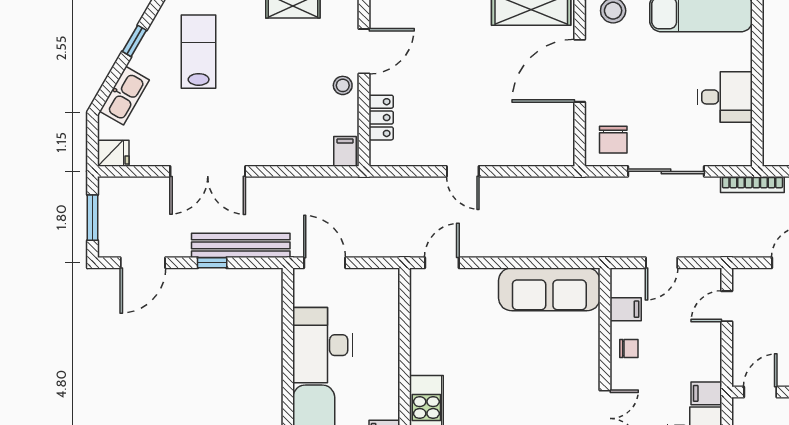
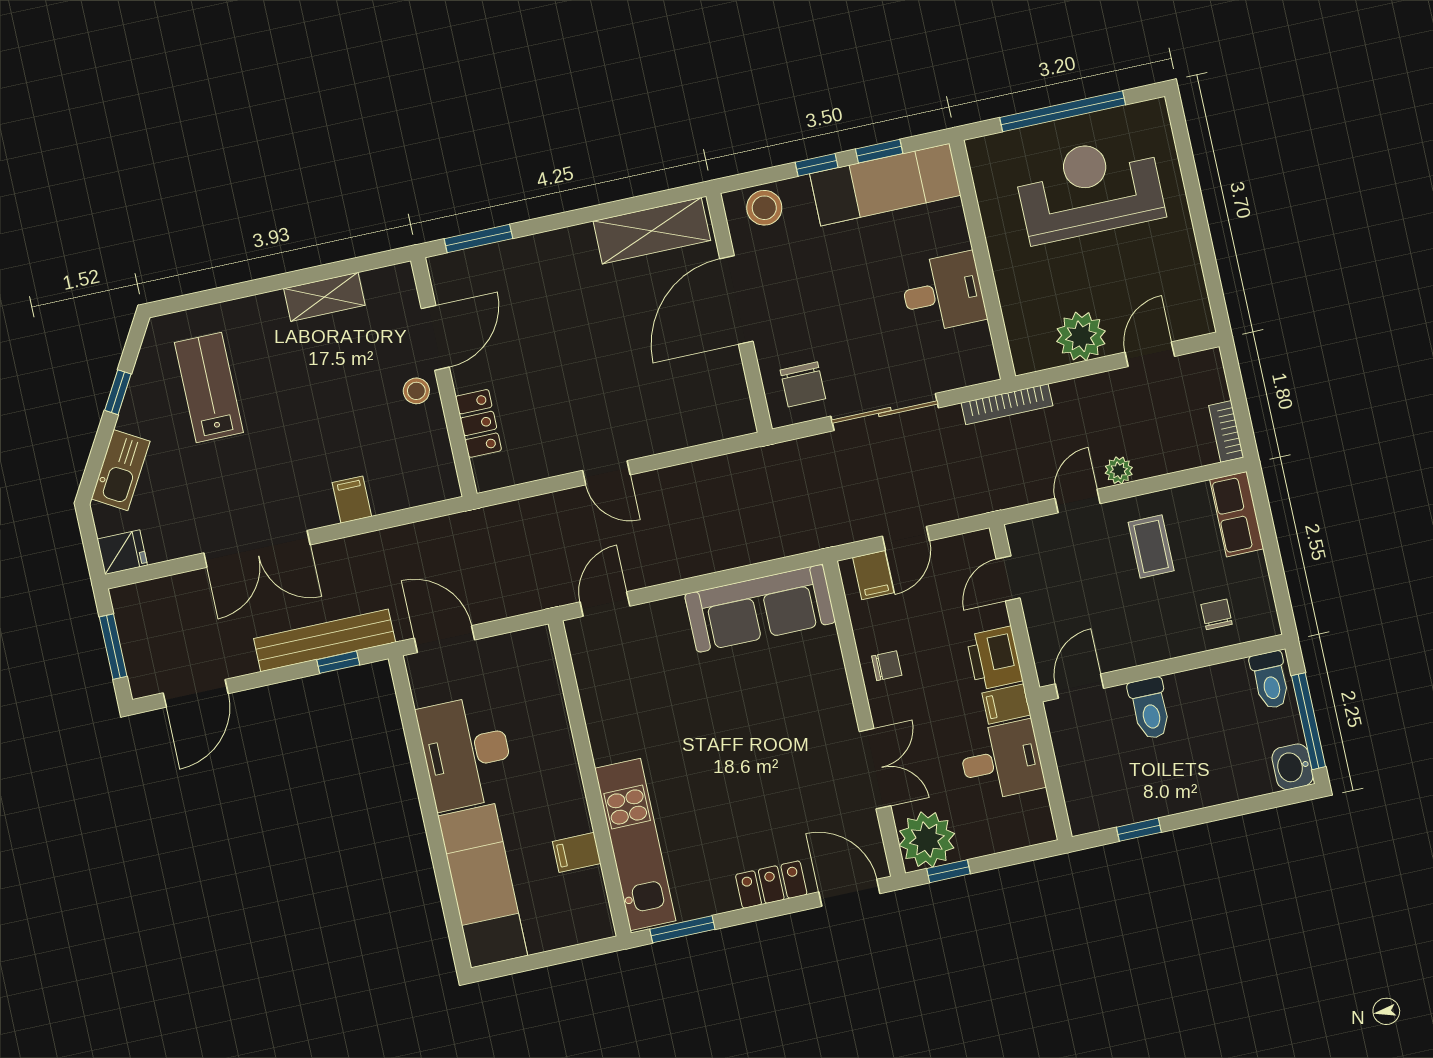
filing cabinet: (345, 151) -> (352, 500), moved
window: (212, 263) -> (338, 662), moved
filing cabinet: (626, 309) -> (873, 575), moved, turned 90
printer: (705, 360) -> (994, 658), added

